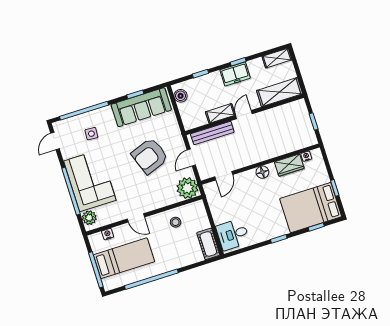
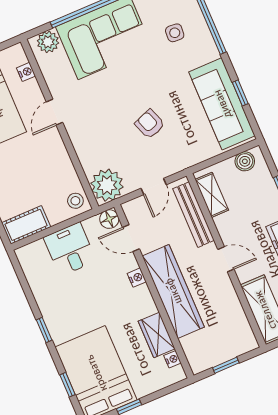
shelving: (220, 113) -> (212, 195), moved
wardrobe: (262, 151) -> (173, 291), added
armchair: (150, 156) -> (150, 124), width x0.53, depth x0.53
door: (191, 157) -> (154, 186), swing flipped
floor lamp: (262, 172) -> (109, 219), moved
nightstand: (250, 174) -> (137, 278), added
stool: (176, 222) -> (75, 201), moved
desk: (233, 234) -> (70, 249), moved

